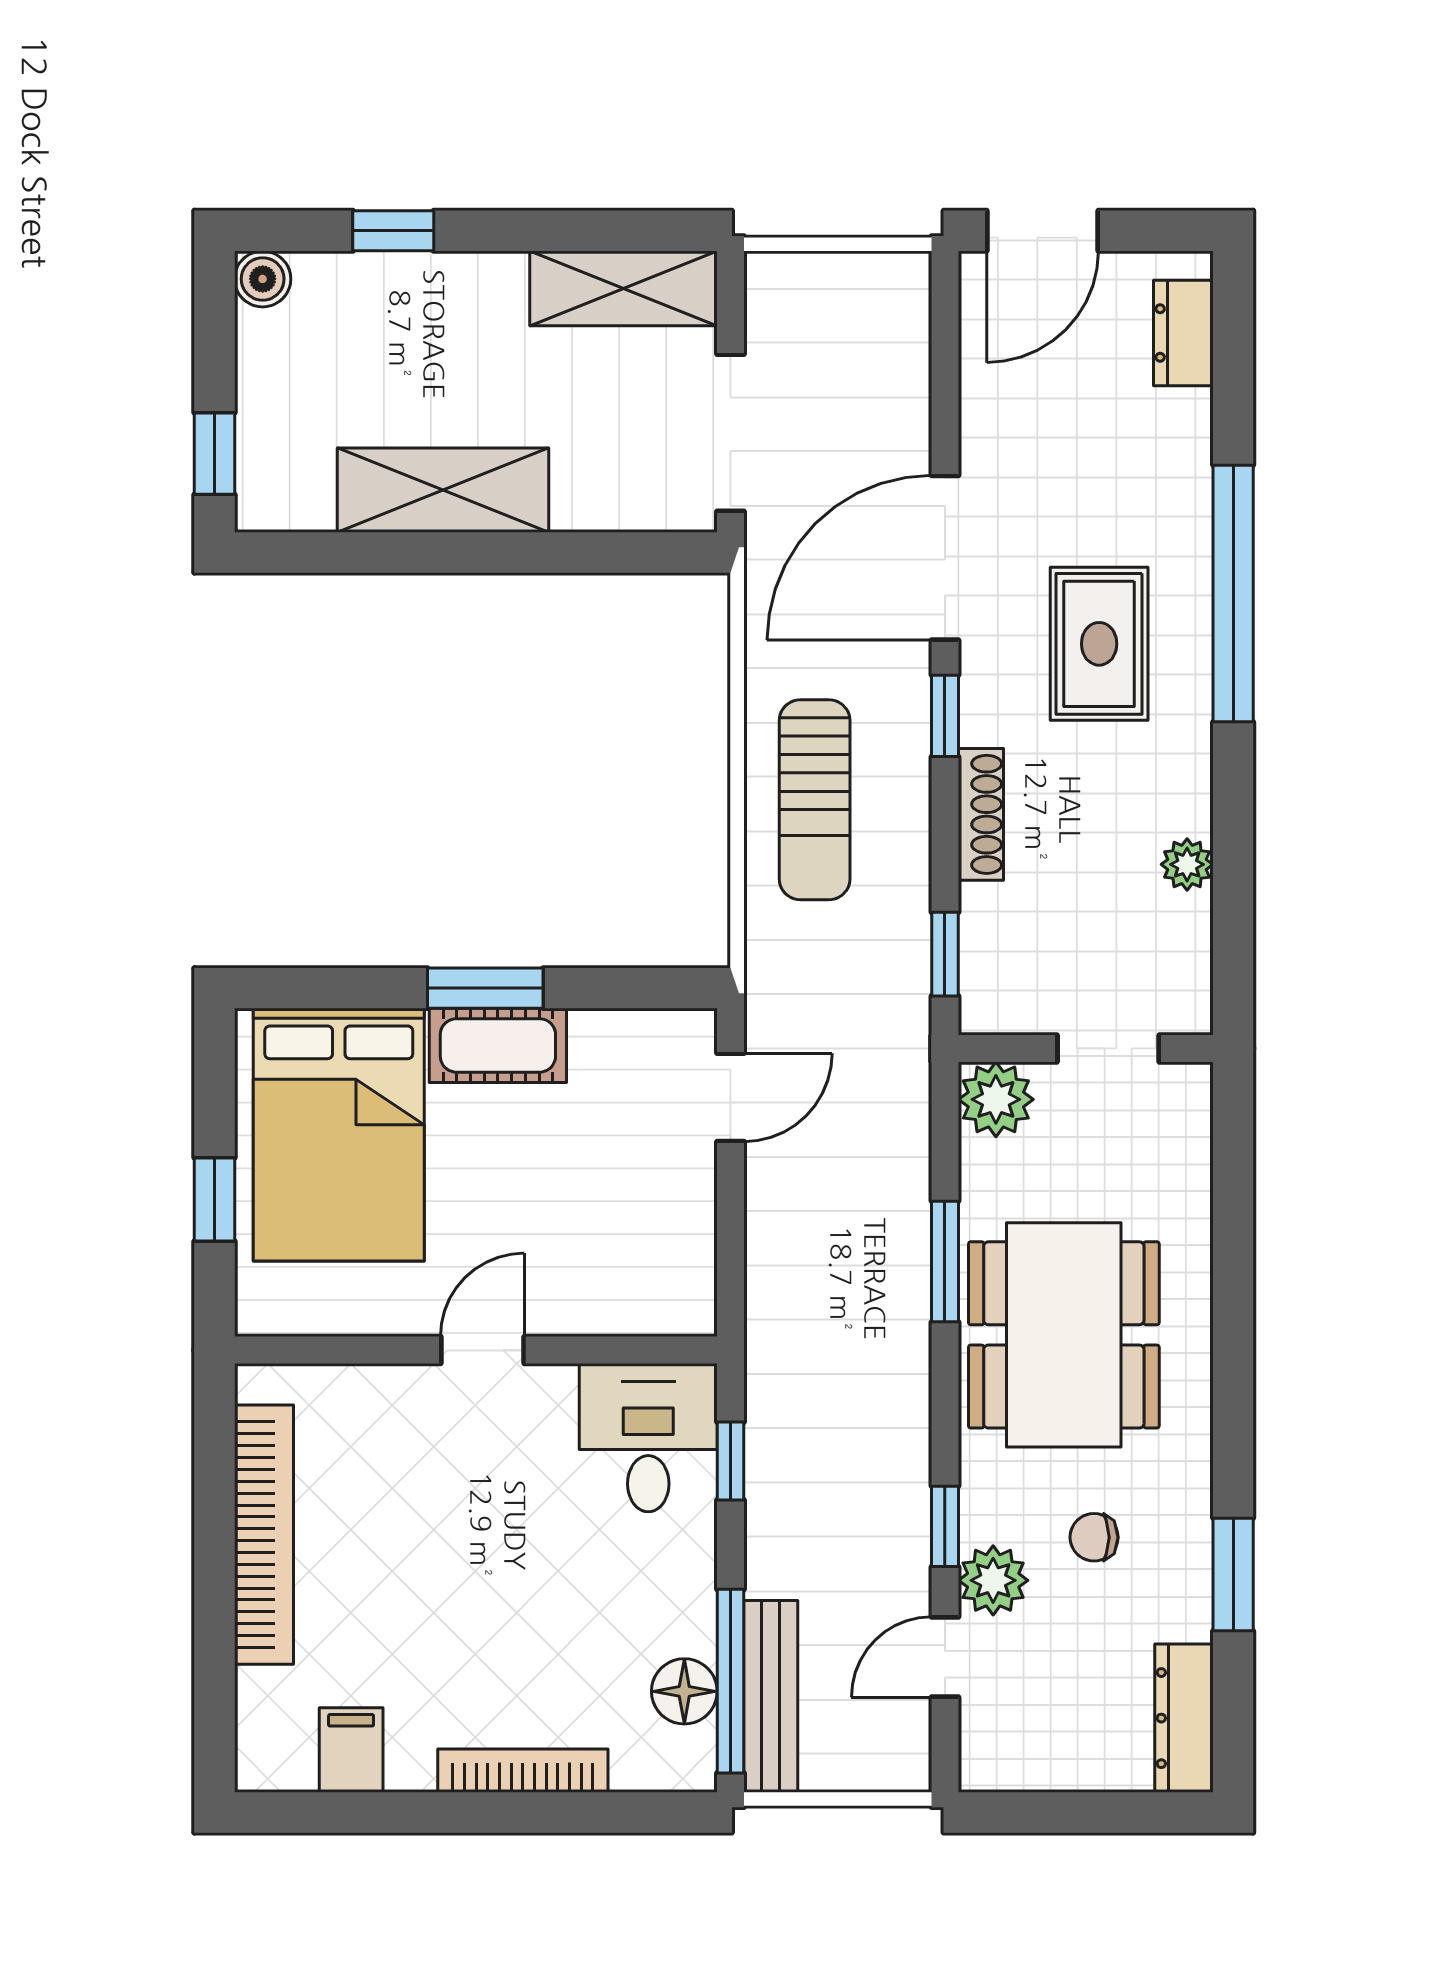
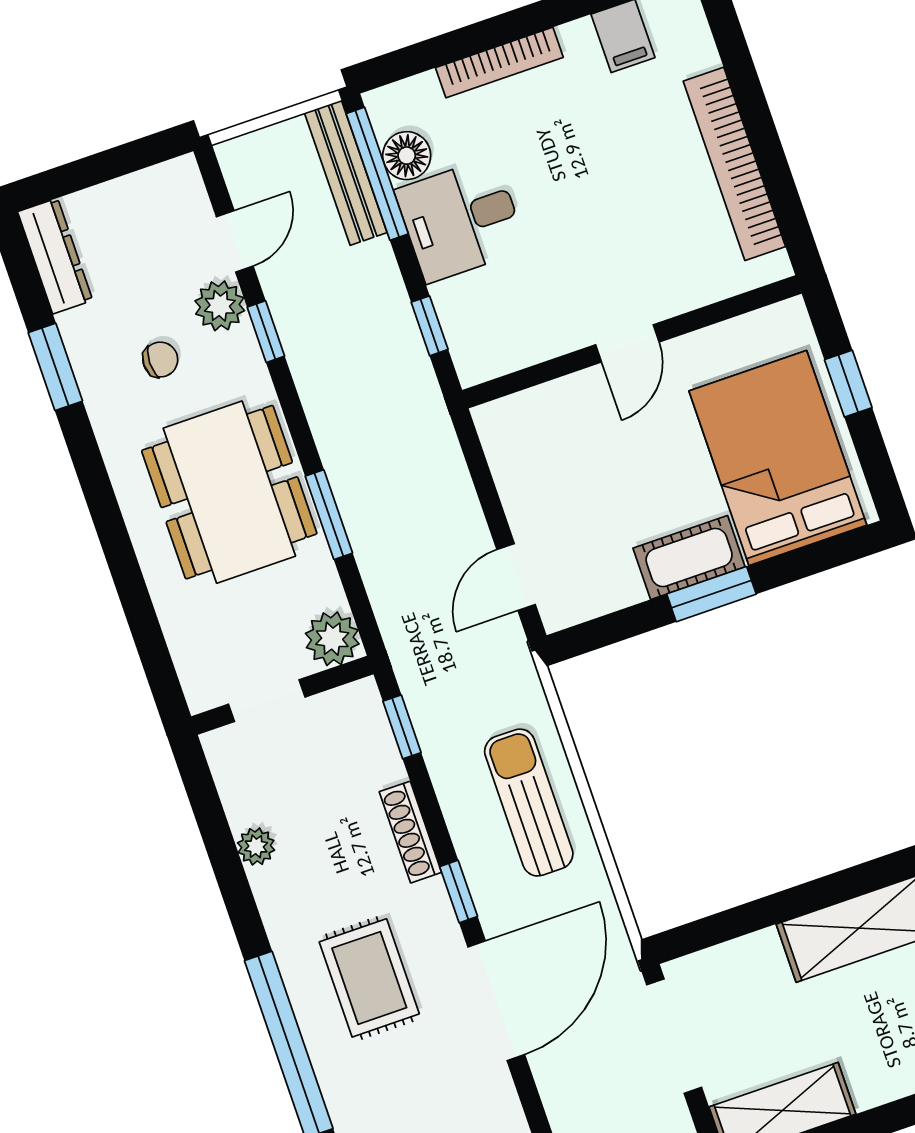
desk: (648, 1438) -> (461, 220), moved, turned 90

